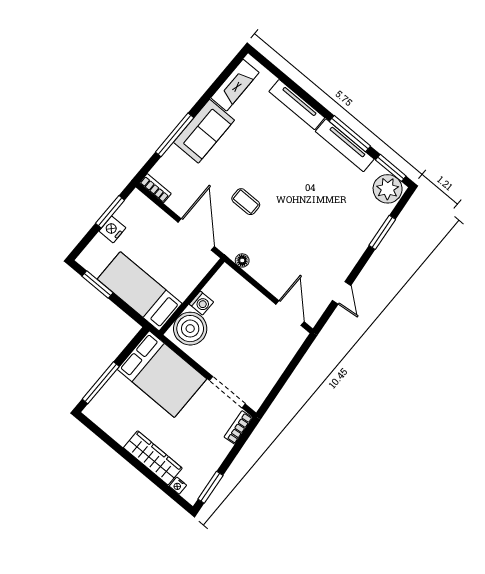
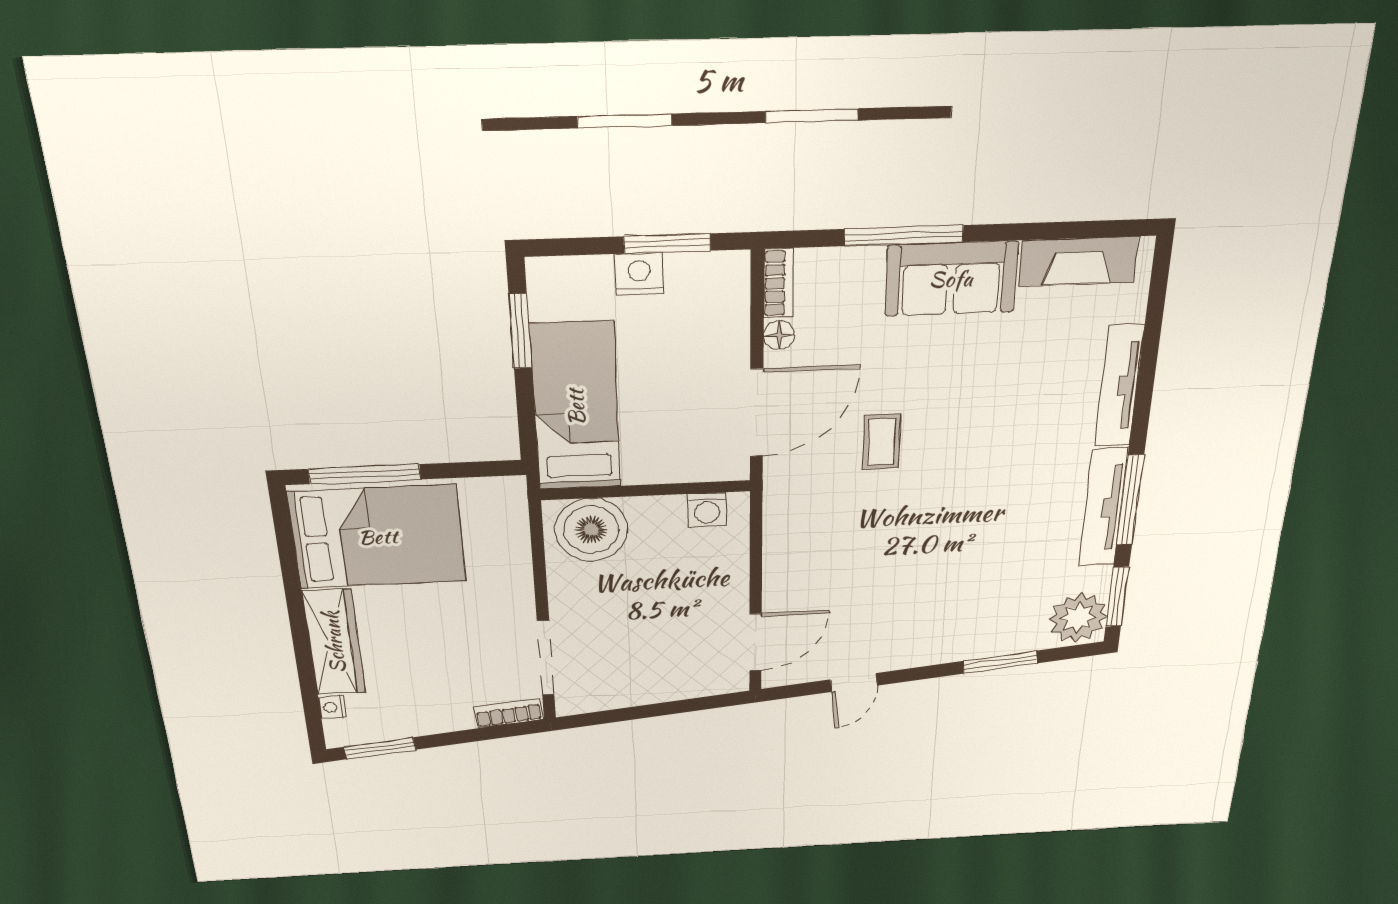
floor lamp: (242, 260) -> (779, 335), moved
washing machine: (201, 303) -> (707, 510), moved
bed: (162, 374) -> (378, 537), moved, turned -90

